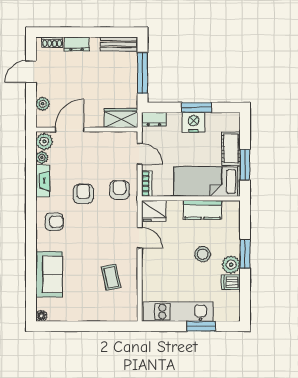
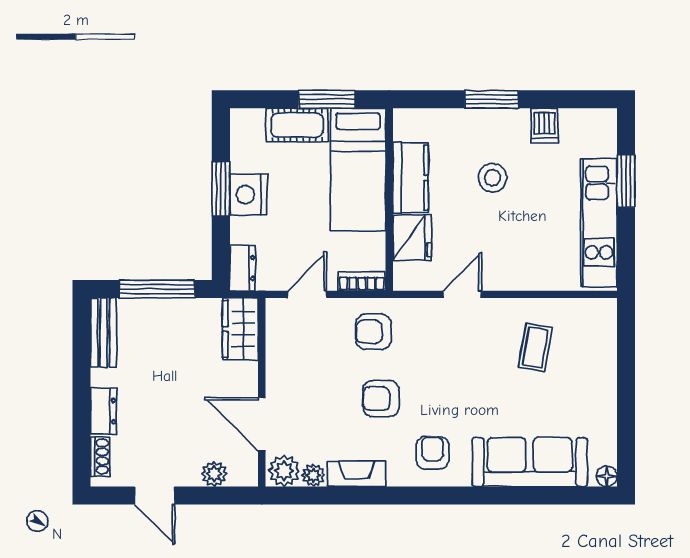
fridge: (154, 211) -> (412, 238), moved
plant: (231, 265) -> (512, 125), removed
sofa: (49, 274) -> (530, 462), width x1.36
coffee table: (111, 277) -> (535, 347), turned -68

